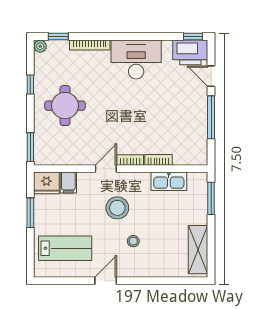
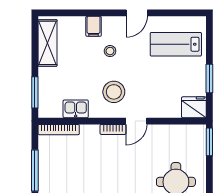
bookcase: (158, 160) -> (59, 130), moved, width x1.56
kitchen sink: (169, 181) -> (76, 109), width x0.73
filing cabinet: (68, 183) -> (94, 26), moved, turned 180
stool: (117, 208) -> (114, 92), moved

